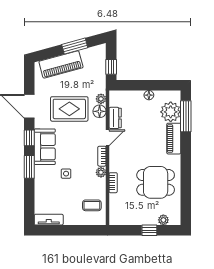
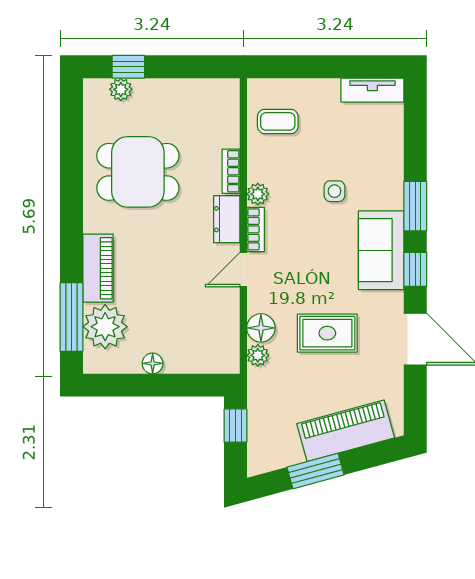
rug: (69, 109) -> (327, 333), width x0.73, depth x0.70
dresser: (115, 118) -> (227, 219), moved
window: (149, 230) -> (128, 67), moved

